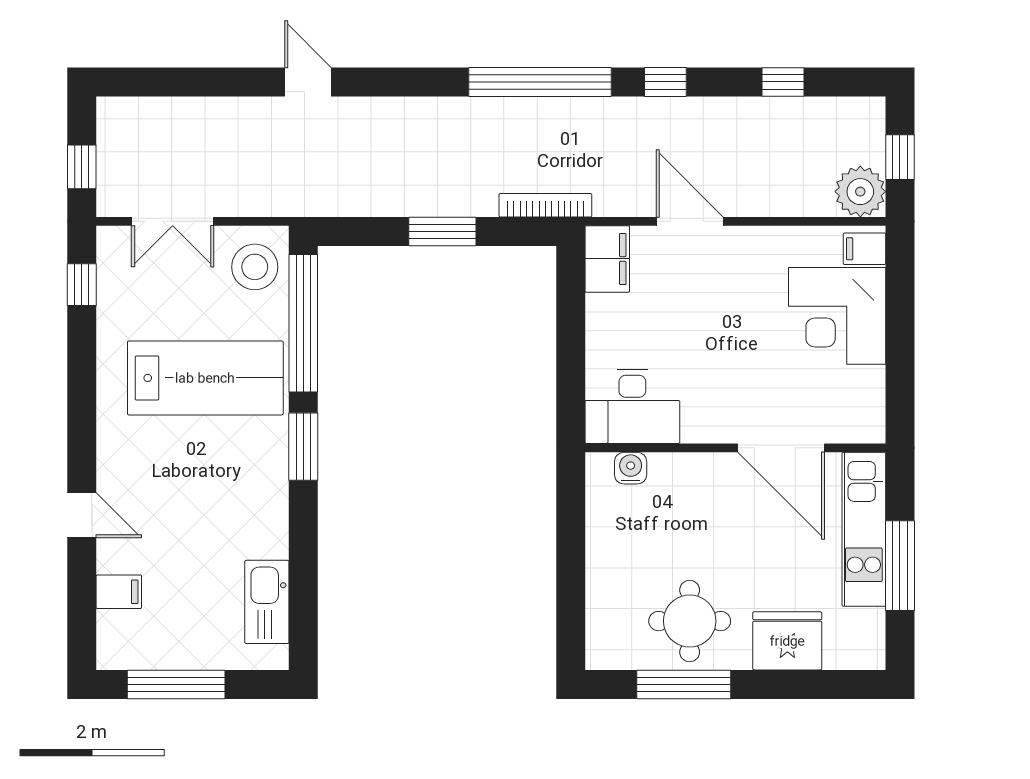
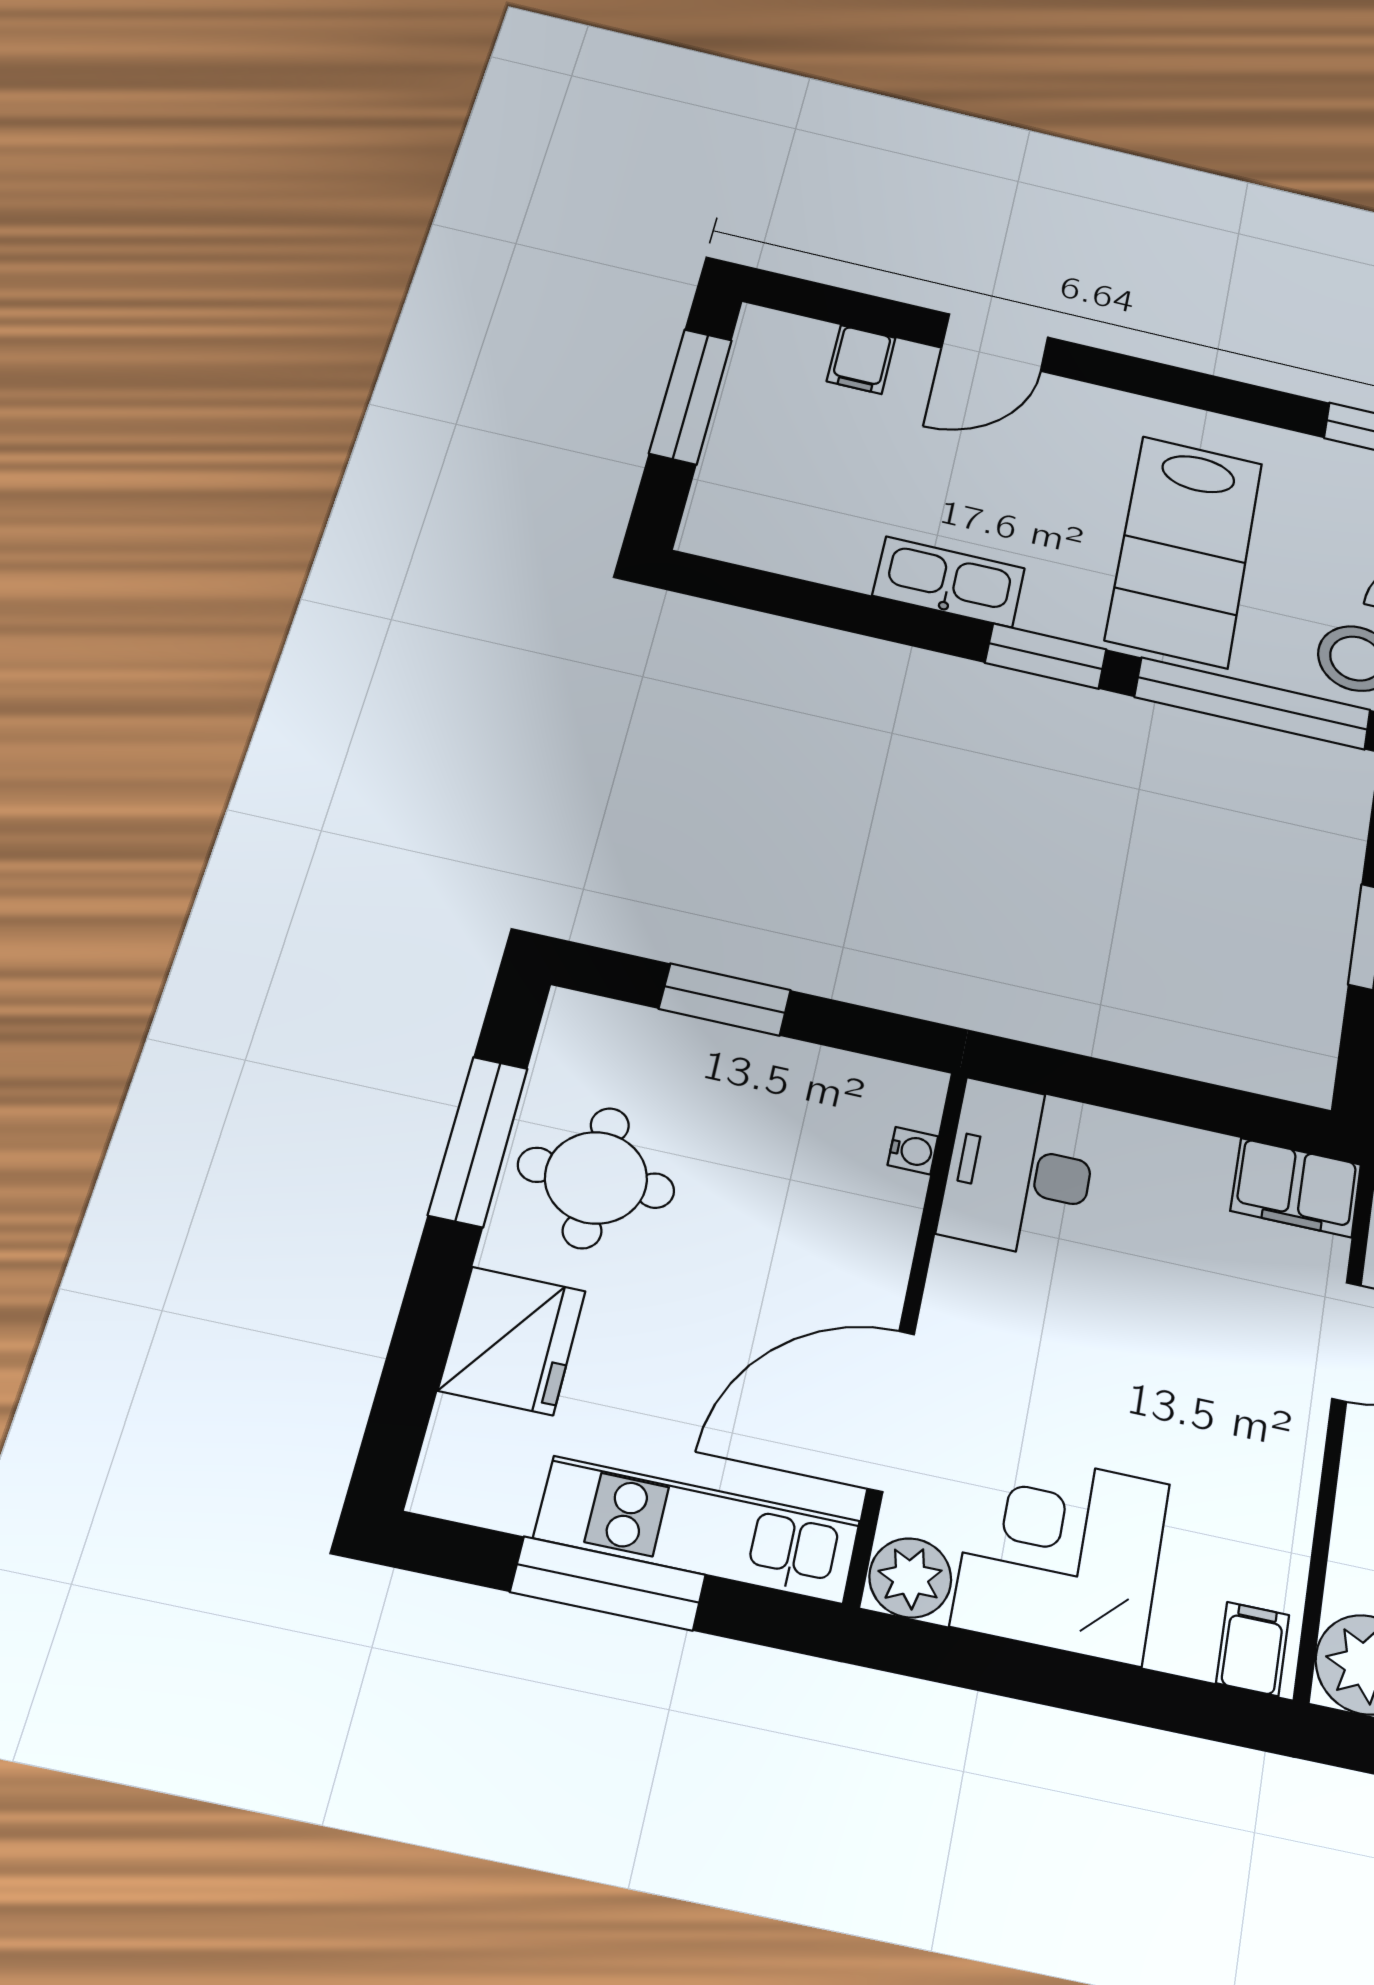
corner desk: (837, 316) -> (1061, 1554), moved
plant: (865, 422) -> (910, 1578), added
water cooler: (631, 468) -> (913, 1151), width x0.72, depth x0.72
door: (82, 515) -> (995, 343), width x1.38
window: (571, 579) -> (725, 999), added
kitchen sink: (267, 602) -> (949, 582), moved

